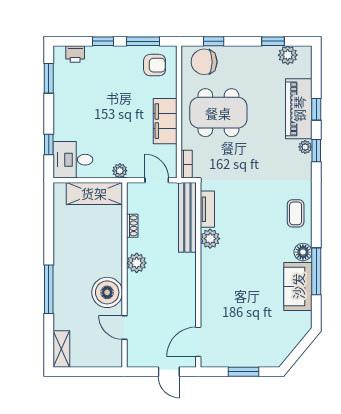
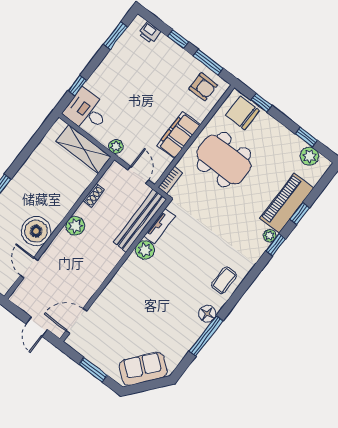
sofa: (298, 286) -> (143, 369), moved, turned 40

